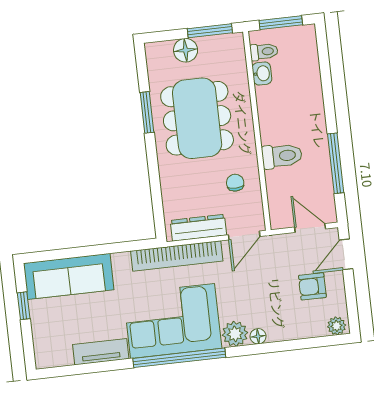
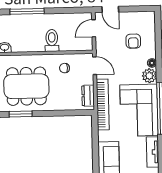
window: (336, 163) -> (27, 11), moved
dresser: (198, 228) -> (88, 96), width x0.70
armchair: (312, 286) -> (133, 41), moved
plant: (337, 326) -> (150, 18), removed

